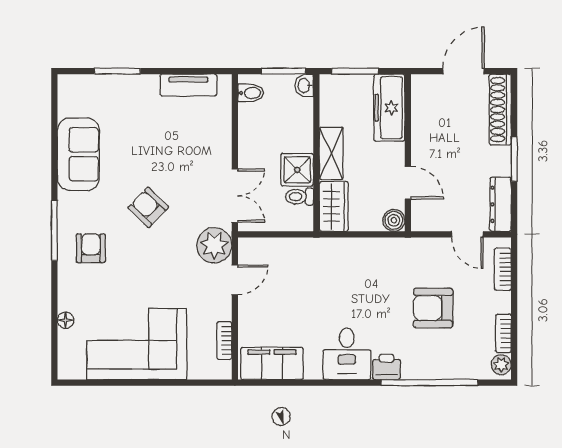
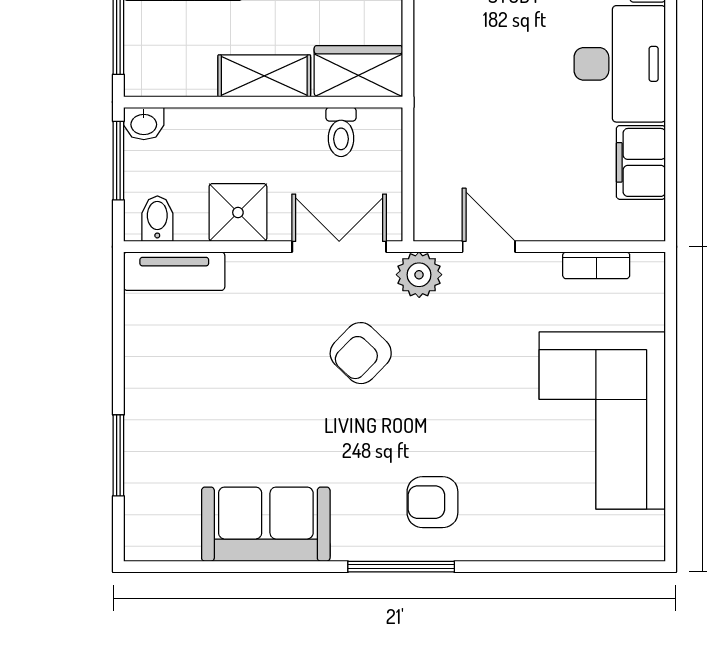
tv unit: (188, 85) -> (174, 271), moved, turned 90
shower: (297, 170) -> (238, 212), moved
armchair: (148, 207) -> (361, 353), moved
plant: (214, 245) -> (419, 275), width x0.73, depth x0.73
floor lamp: (66, 320) -> (560, 547), removed
desk: (347, 354) -> (620, 64), width x1.37
filing cabinet: (272, 363) -> (641, 162), width x0.67, depth x0.86

